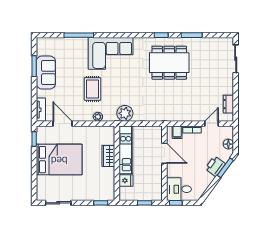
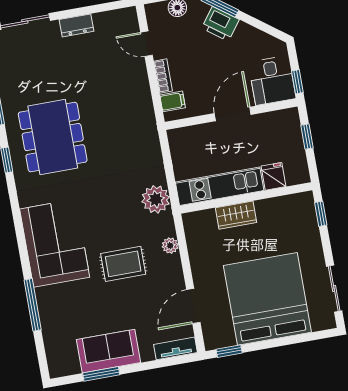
dresser: (228, 104) -> (76, 25), moved
door: (164, 153) -> (233, 114), moved
bed: (59, 160) -> (267, 299), width x1.36

